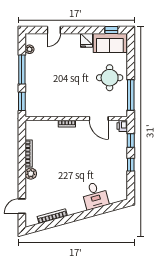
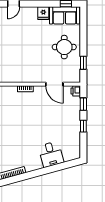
window: (131, 95) -> (83, 63), width x0.46

